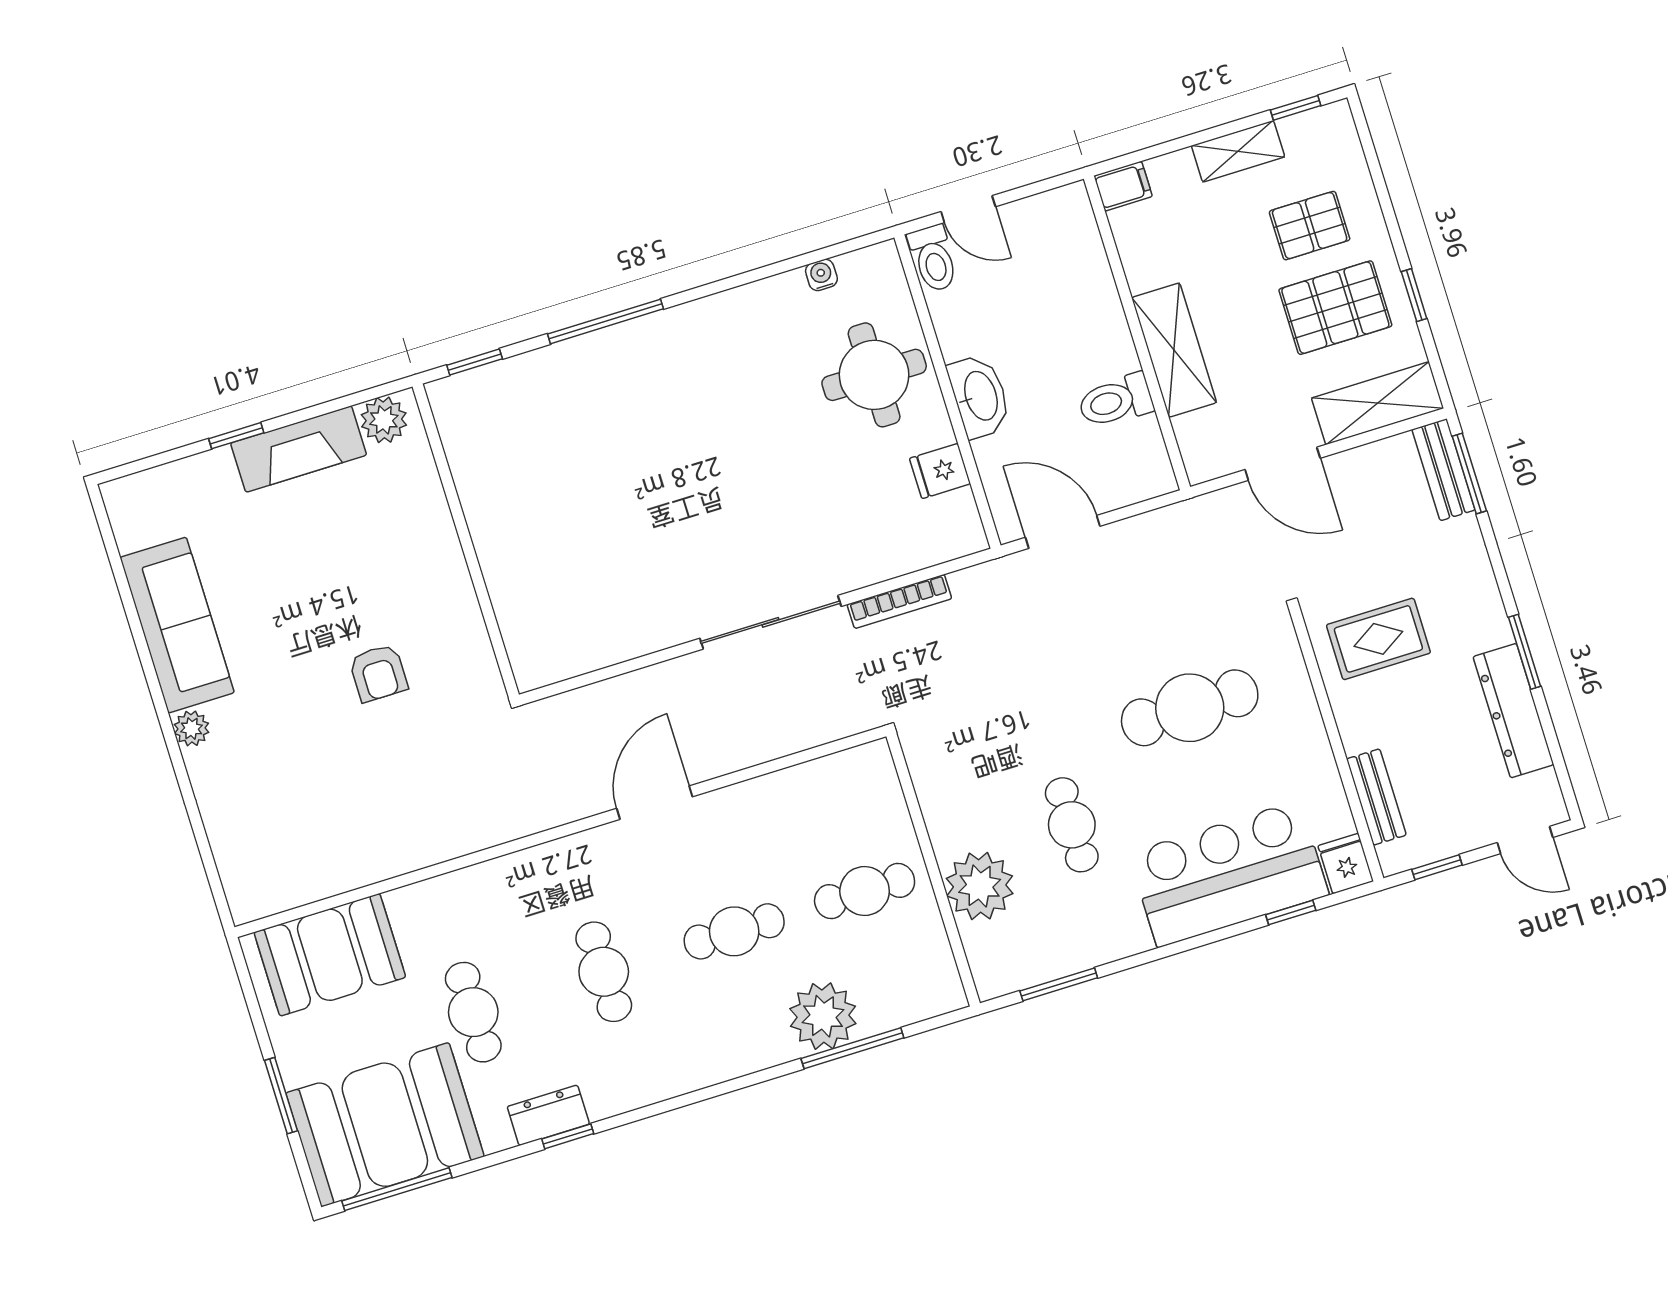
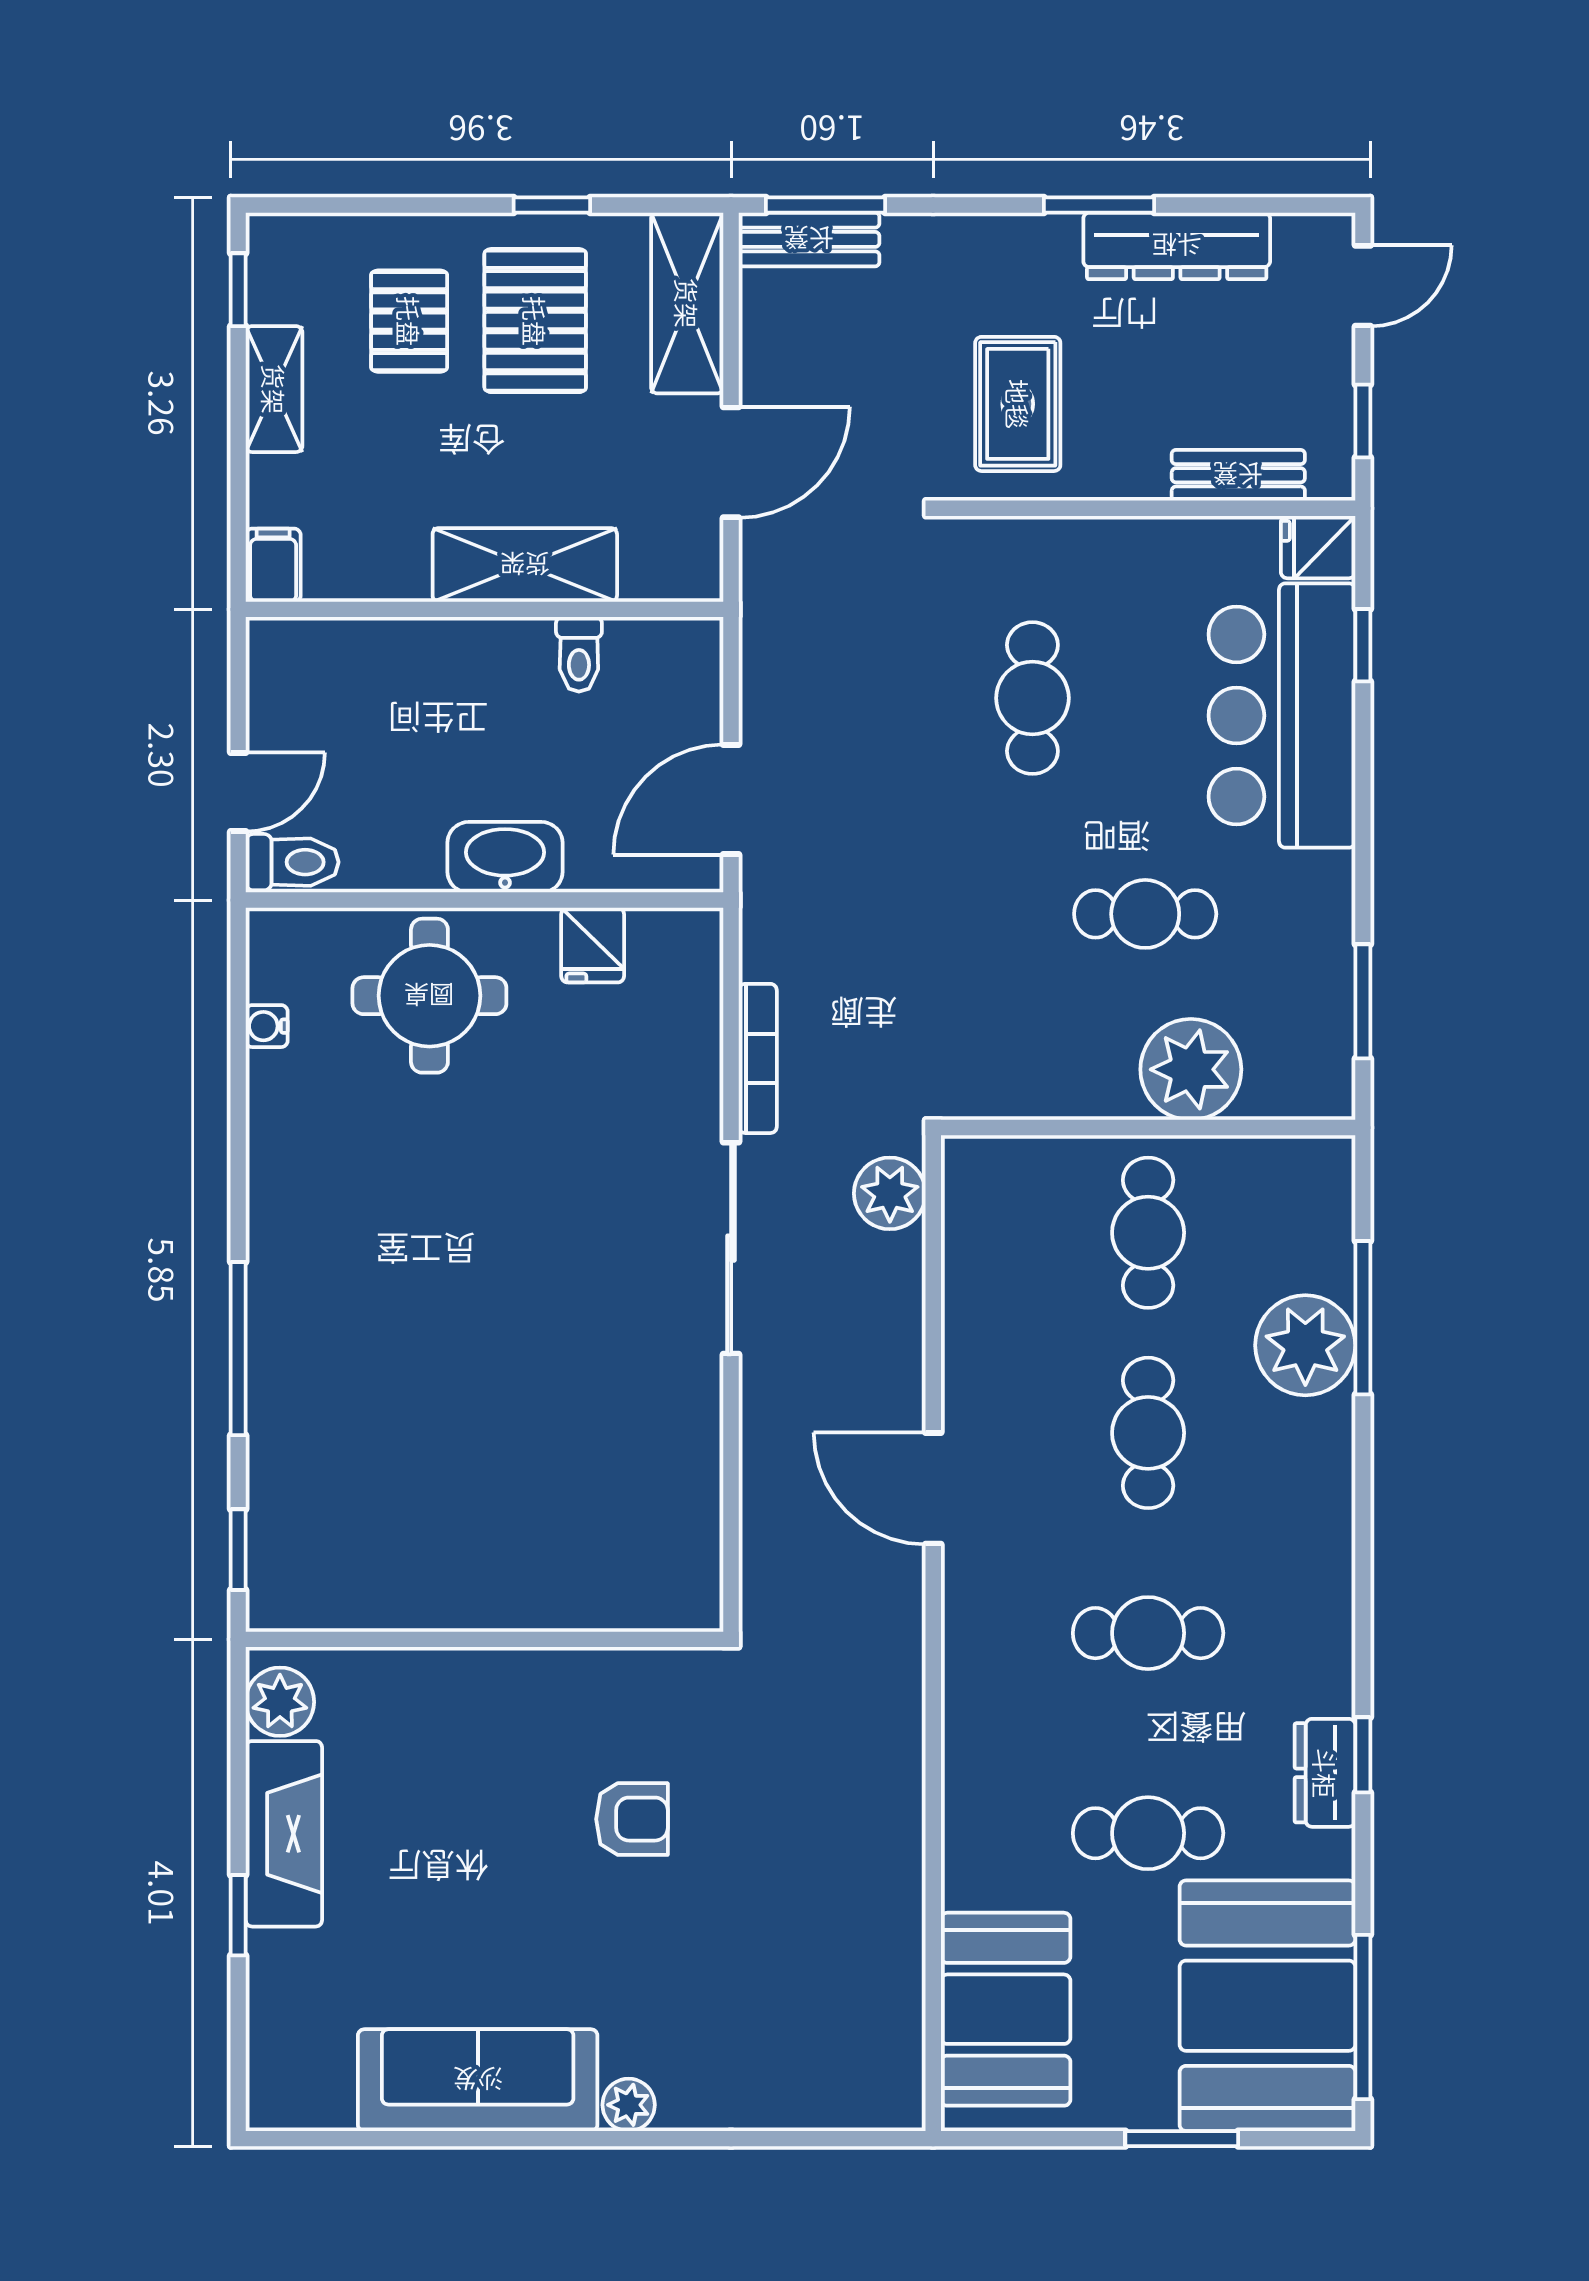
toilet: (1116, 401) -> (579, 654), width x0.73, depth x0.72
cafe table: (1190, 708) -> (1032, 698), width x0.73, depth x0.74
plant: (838, 715) -> (890, 1193), added

